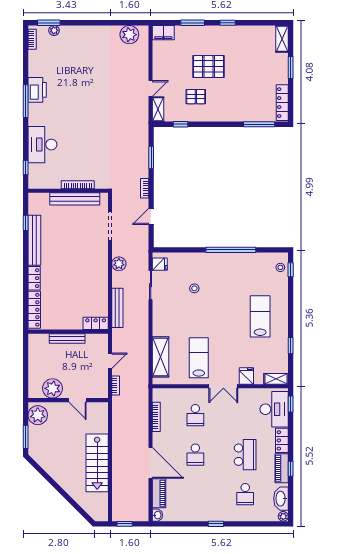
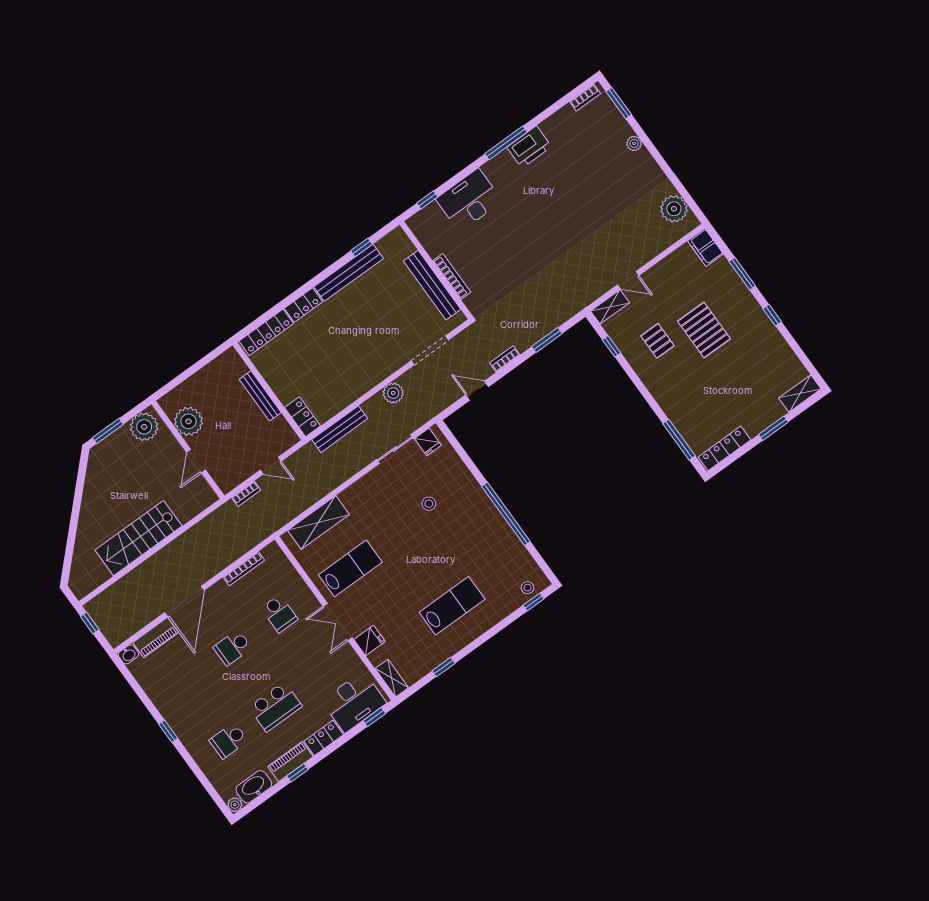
plant: (54, 30) -> (634, 143), moved
school desk: (195, 415) -> (279, 614), turned -90

